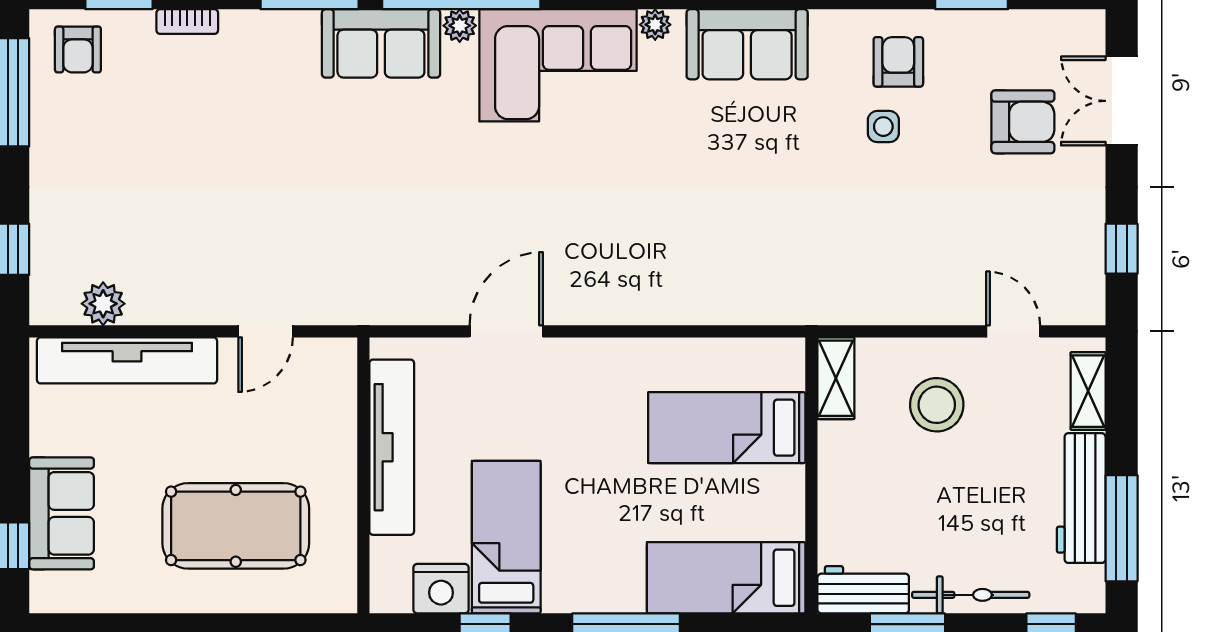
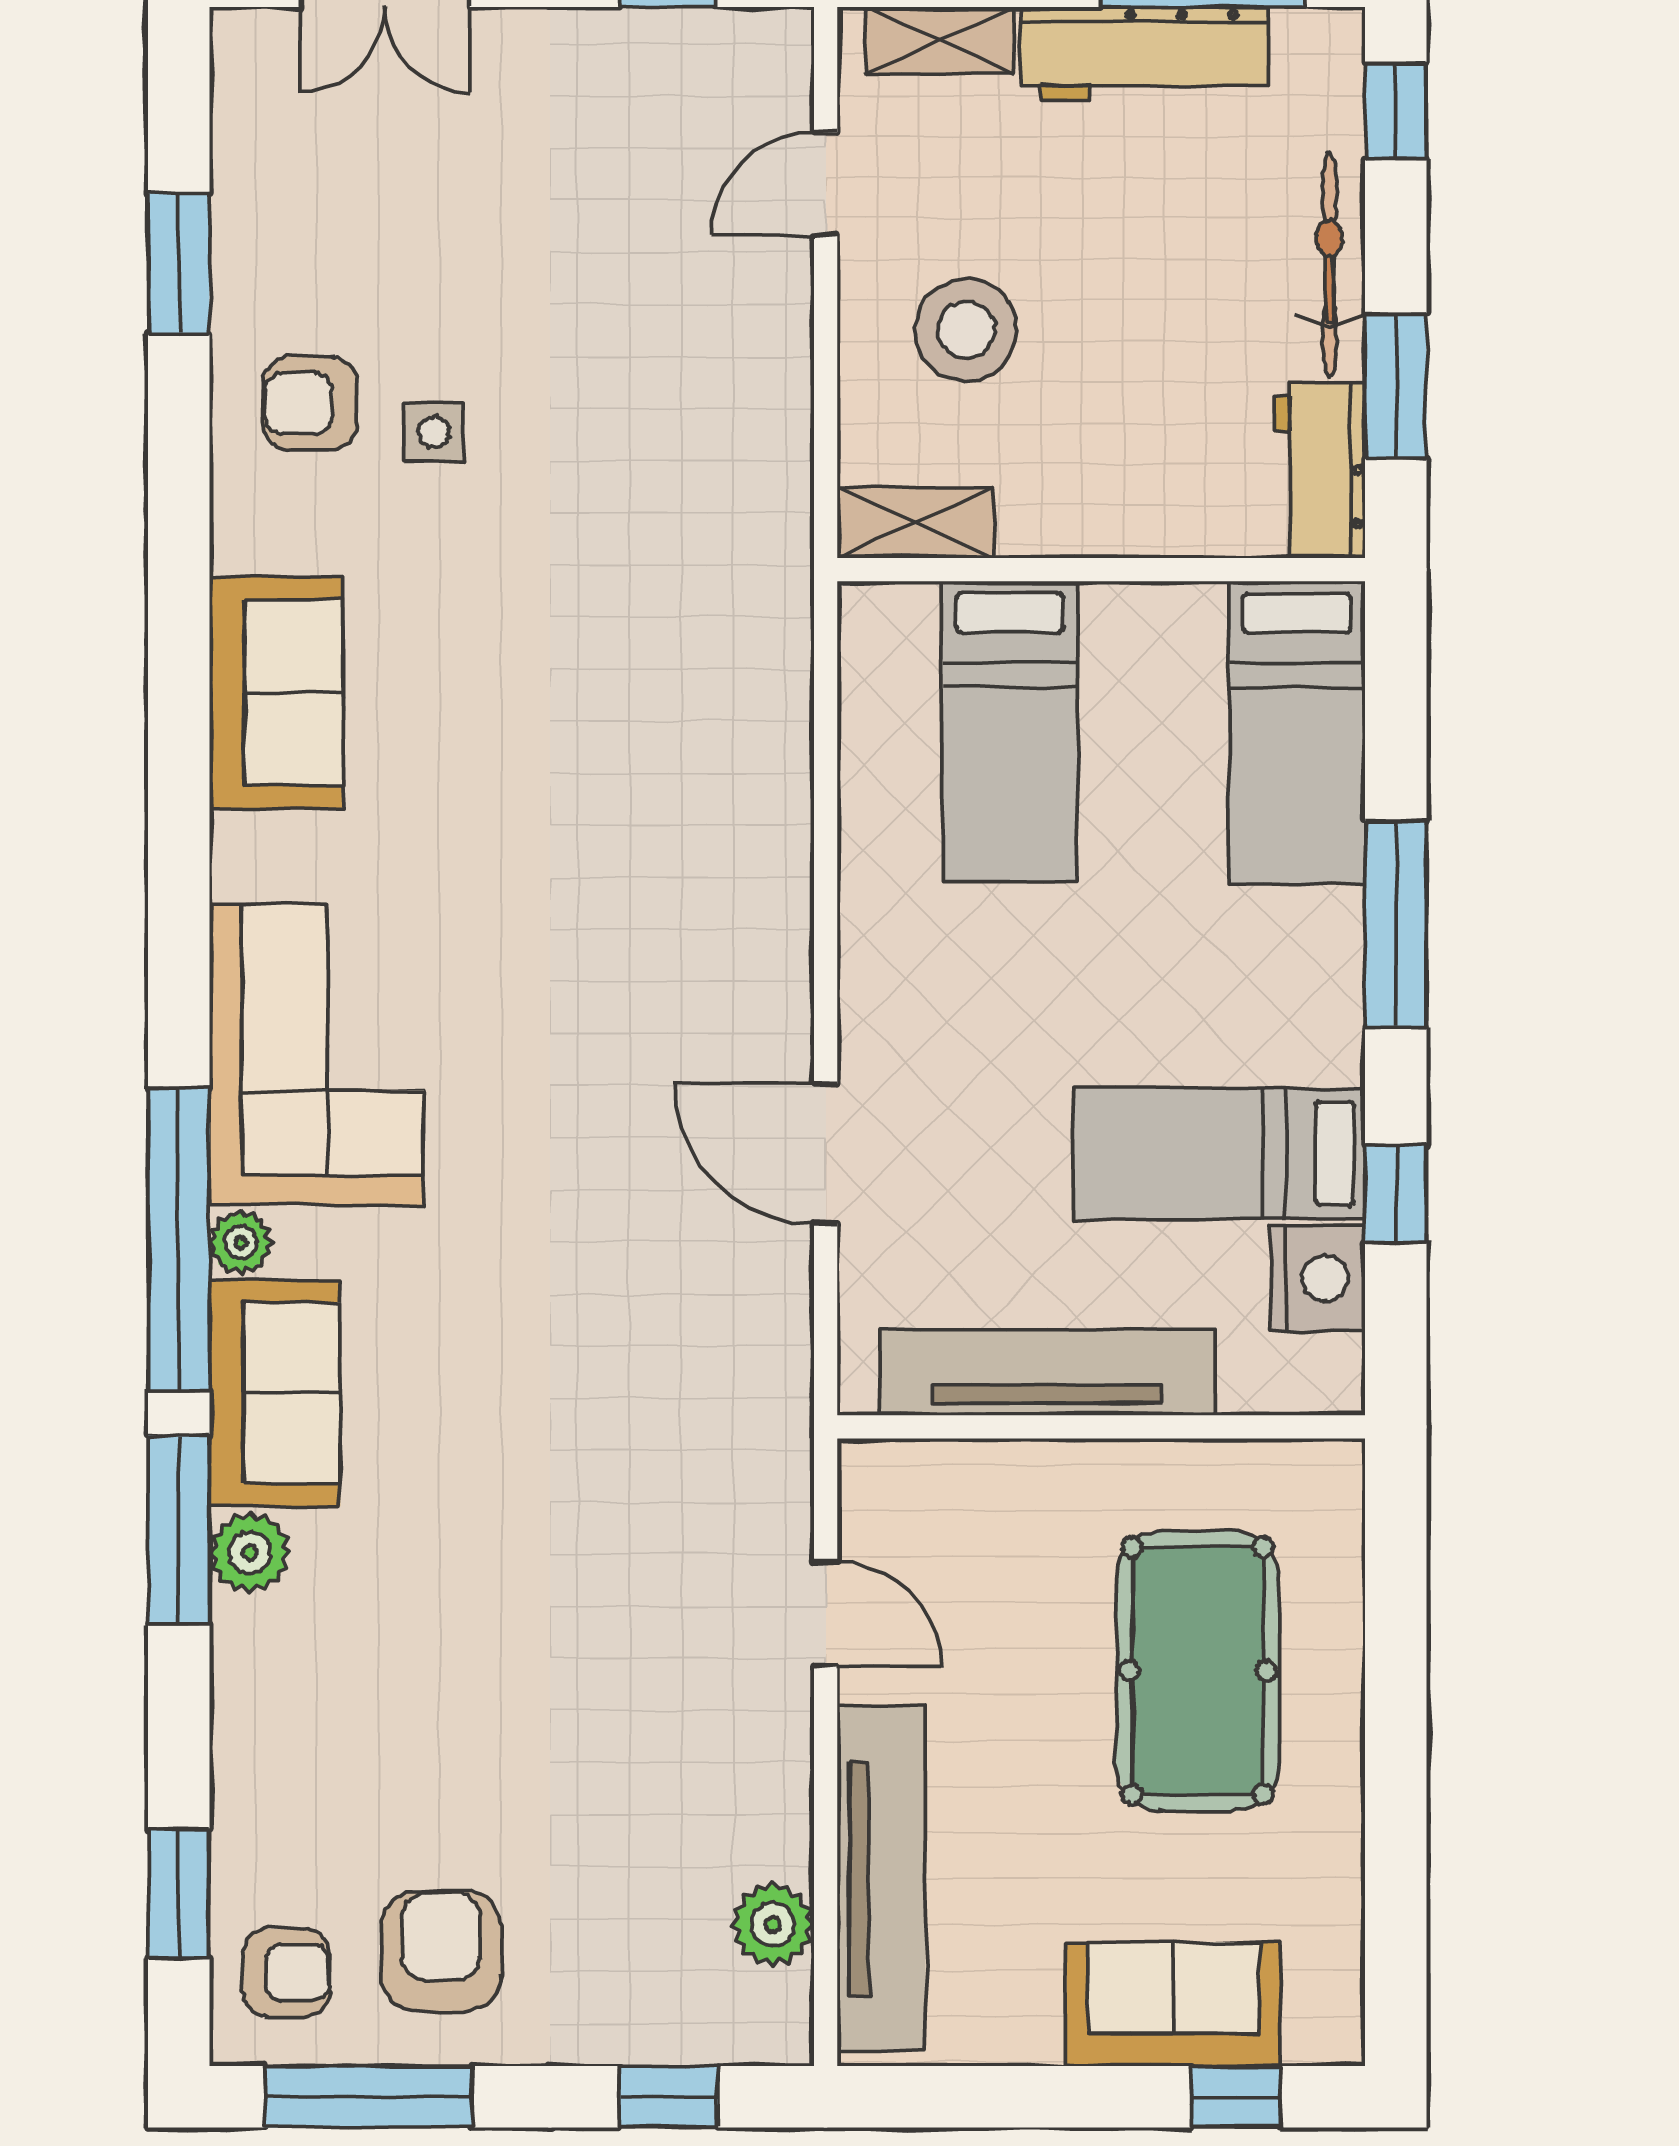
bookcase: (187, 22) -> (233, 1764), removed
plant: (655, 25) -> (250, 1553), moved, width x1.38, depth x1.38
armchair: (1023, 122) -> (441, 1951), moved

